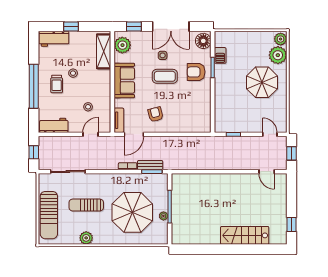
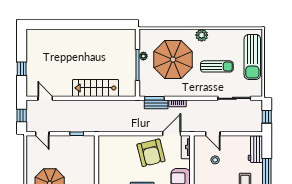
armchair: (155, 114) -> (151, 153), width x1.88, depth x1.88
workbench: (54, 125) -> (255, 149), moved, turned 90
door: (90, 134) -> (213, 134), hinge flipped
sun lounger: (49, 215) -> (252, 57), turned 180
window: (291, 225) -> (22, 69), moved
stairs: (245, 235) -> (96, 88), moved, turned 180
plant: (86, 238) -> (202, 35), moved

